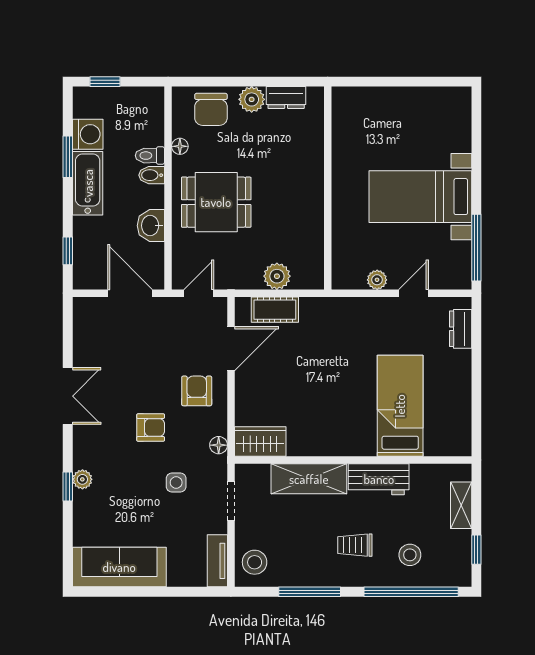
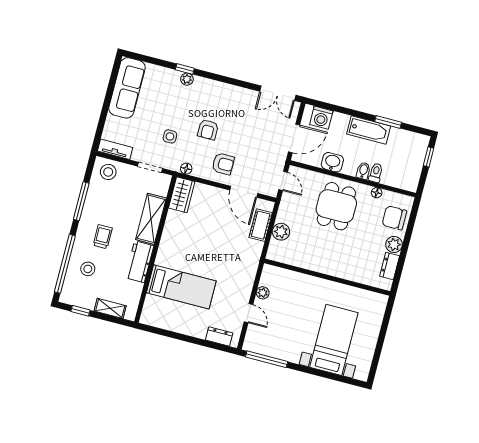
washing machine: (88, 134) -> (321, 118), moved
bed with nightstands: (420, 197) -> (334, 340), moved
window: (68, 251) -> (330, 107), removed
double door: (68, 396) -> (278, 93), moved

